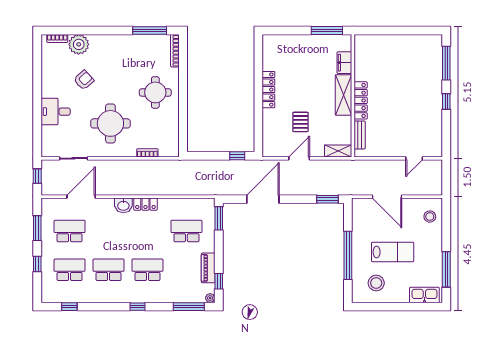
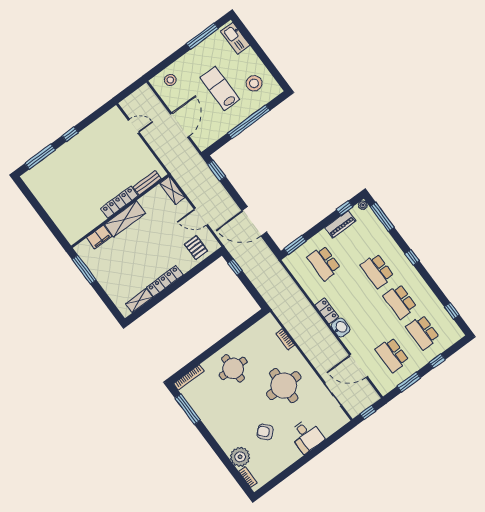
shelving: (268, 57) -> (139, 301), added
pallet: (301, 122) -> (196, 247), moved, turned 90

